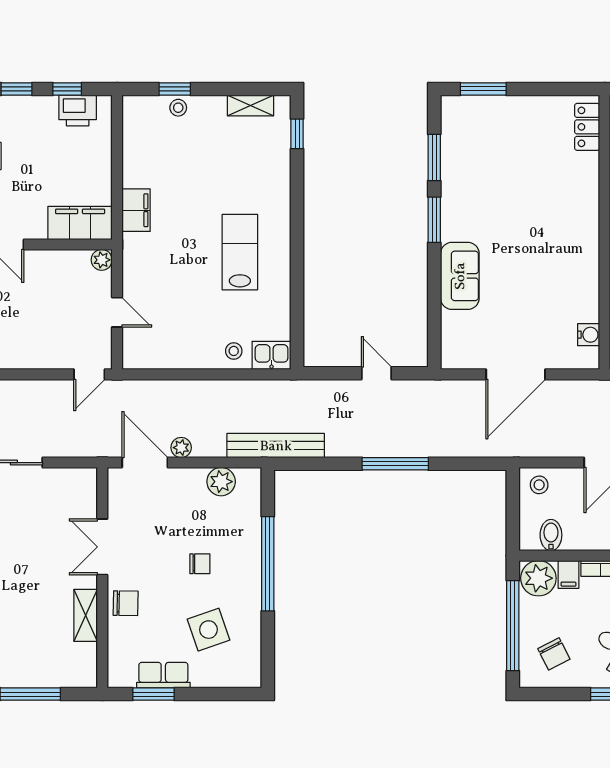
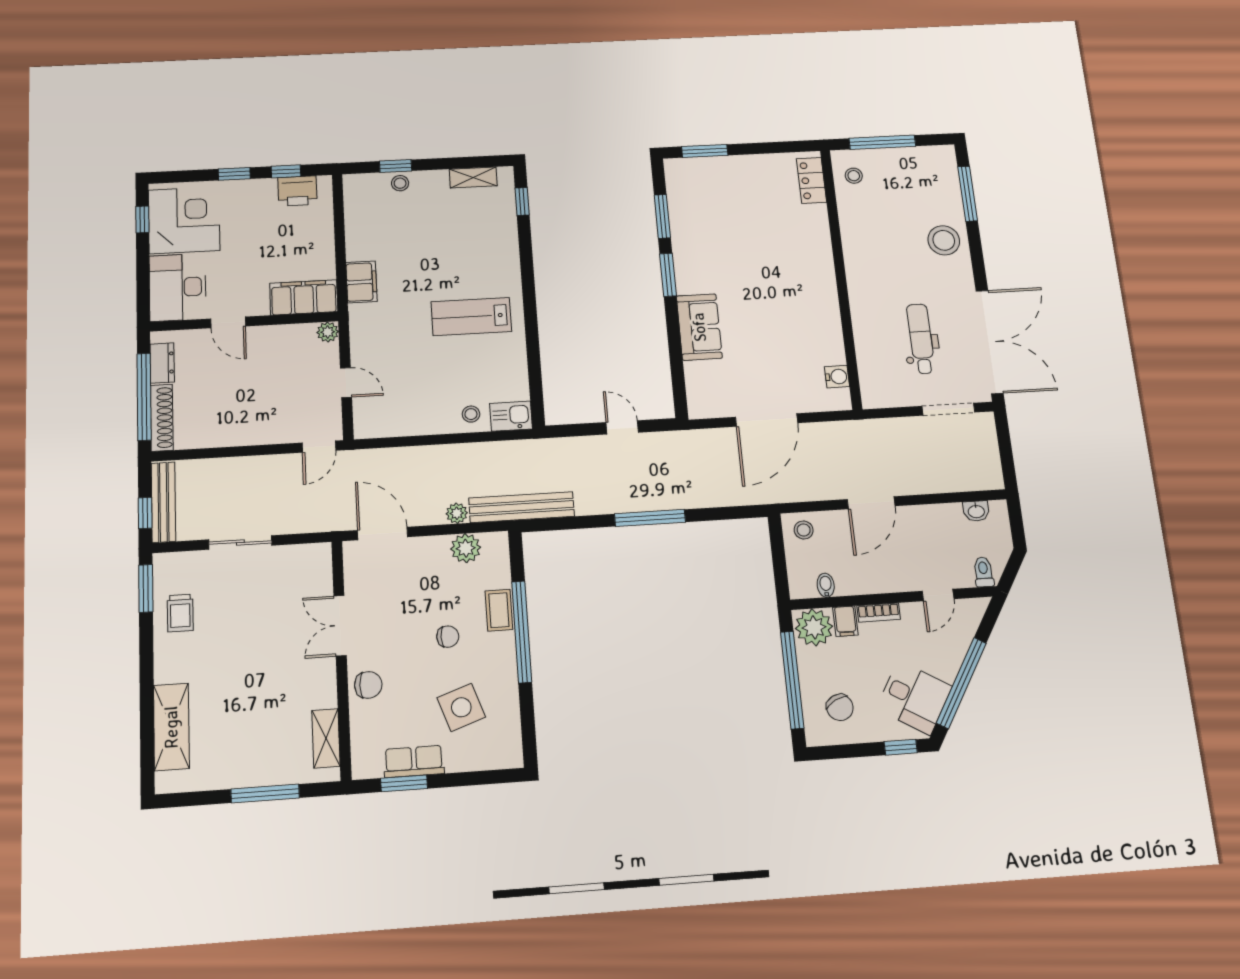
lab bench: (240, 252) -> (471, 317), turned -90
plant: (181, 448) -> (457, 513), moved
bidet: (551, 535) -> (826, 585), width x0.72, depth x0.74
coffee table: (248, 542) -> (499, 610), added
shelving: (86, 615) -> (326, 738), moved

